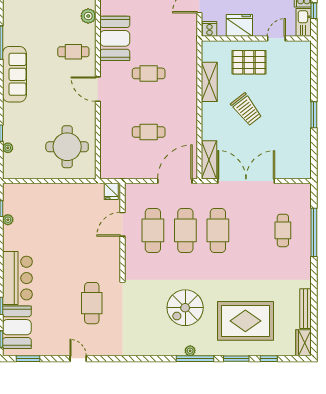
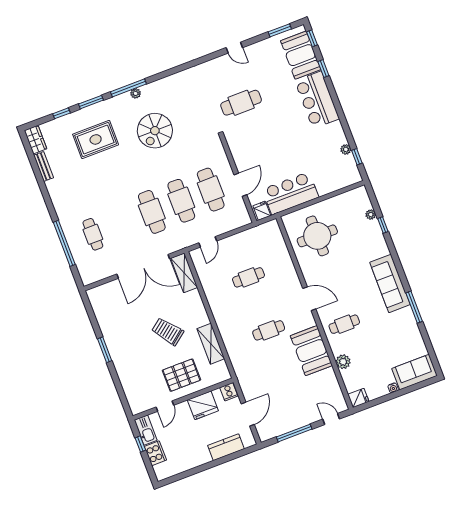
door: (175, 181) -> (208, 242), width x0.53
bar counter: (77, 198) -> (290, 193), added
cafe table: (92, 303) -> (241, 103), turned 90
spiral stairs: (185, 308) -> (155, 131), turned 180
bench: (306, 309) -> (44, 166), width x0.73
rug: (245, 321) -> (96, 139), width x0.73, depth x0.69

